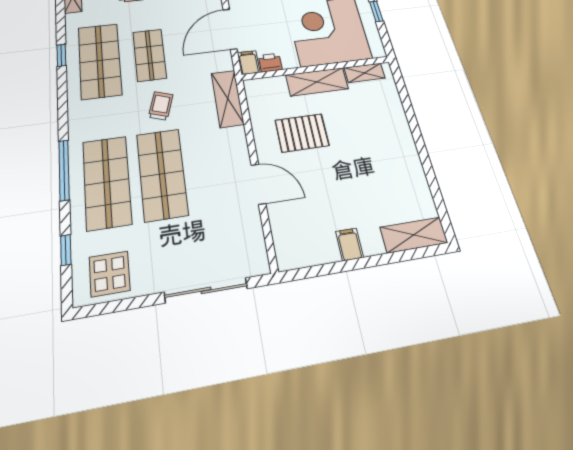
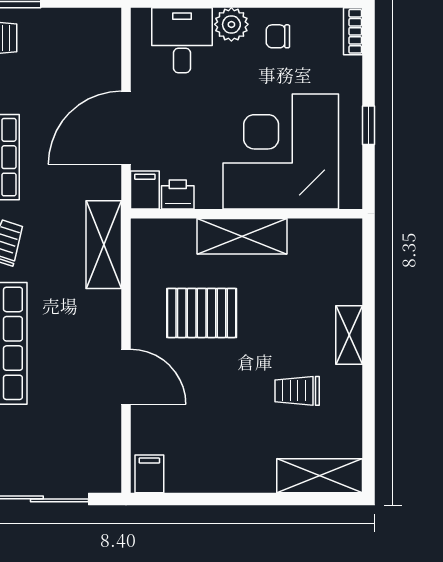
shelving: (365, 73) -> (349, 335), moved, turned 90
trolley: (380, 176) -> (297, 391), added
filing cabinet: (349, 244) -> (149, 474), moved

